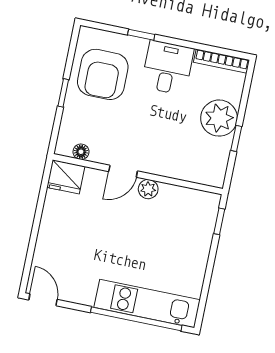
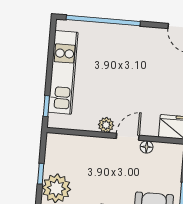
floor lamp: (81, 152) -> (147, 147), moved
kitchen unit: (147, 304) -> (63, 72), moved, turned -90

